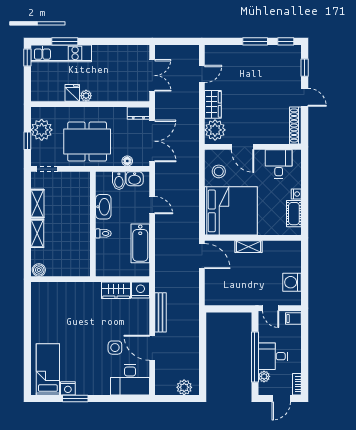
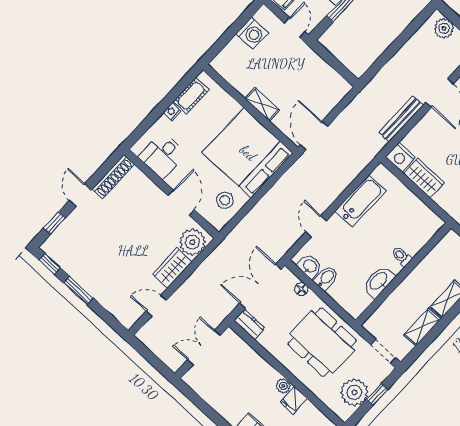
washbasin: (103, 207) -> (379, 281), moved
wall: (93, 224) -> (403, 274), moved
toilet: (103, 233) -> (402, 256), moved

